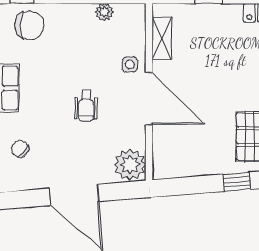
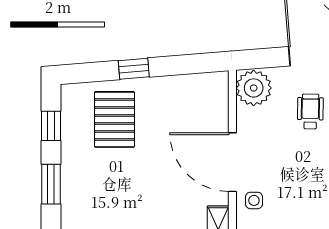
wheelchair: (86, 106) -> (310, 111), moved

